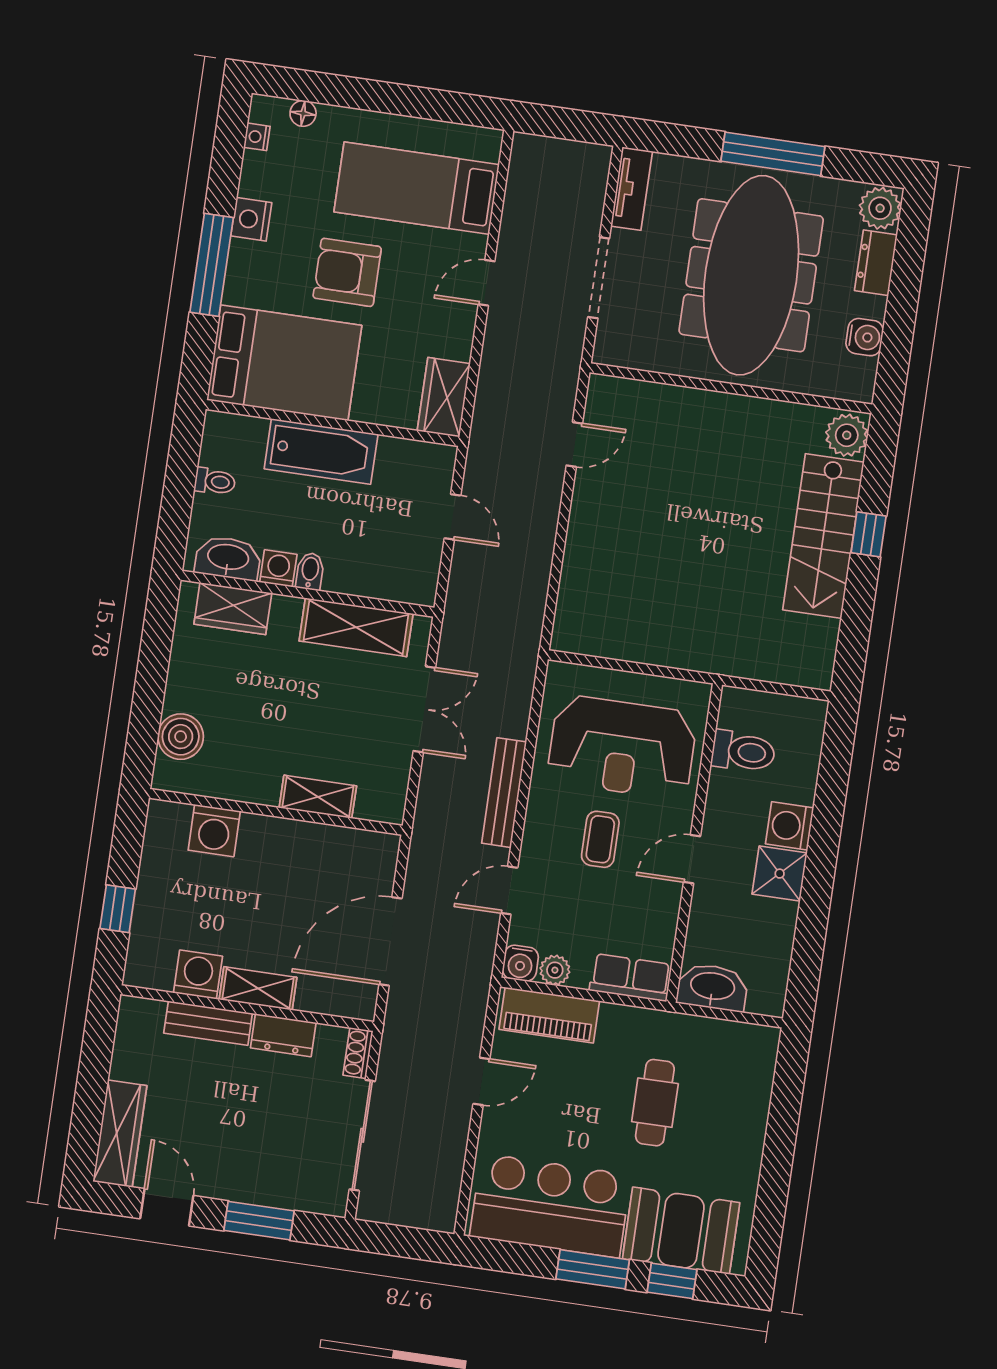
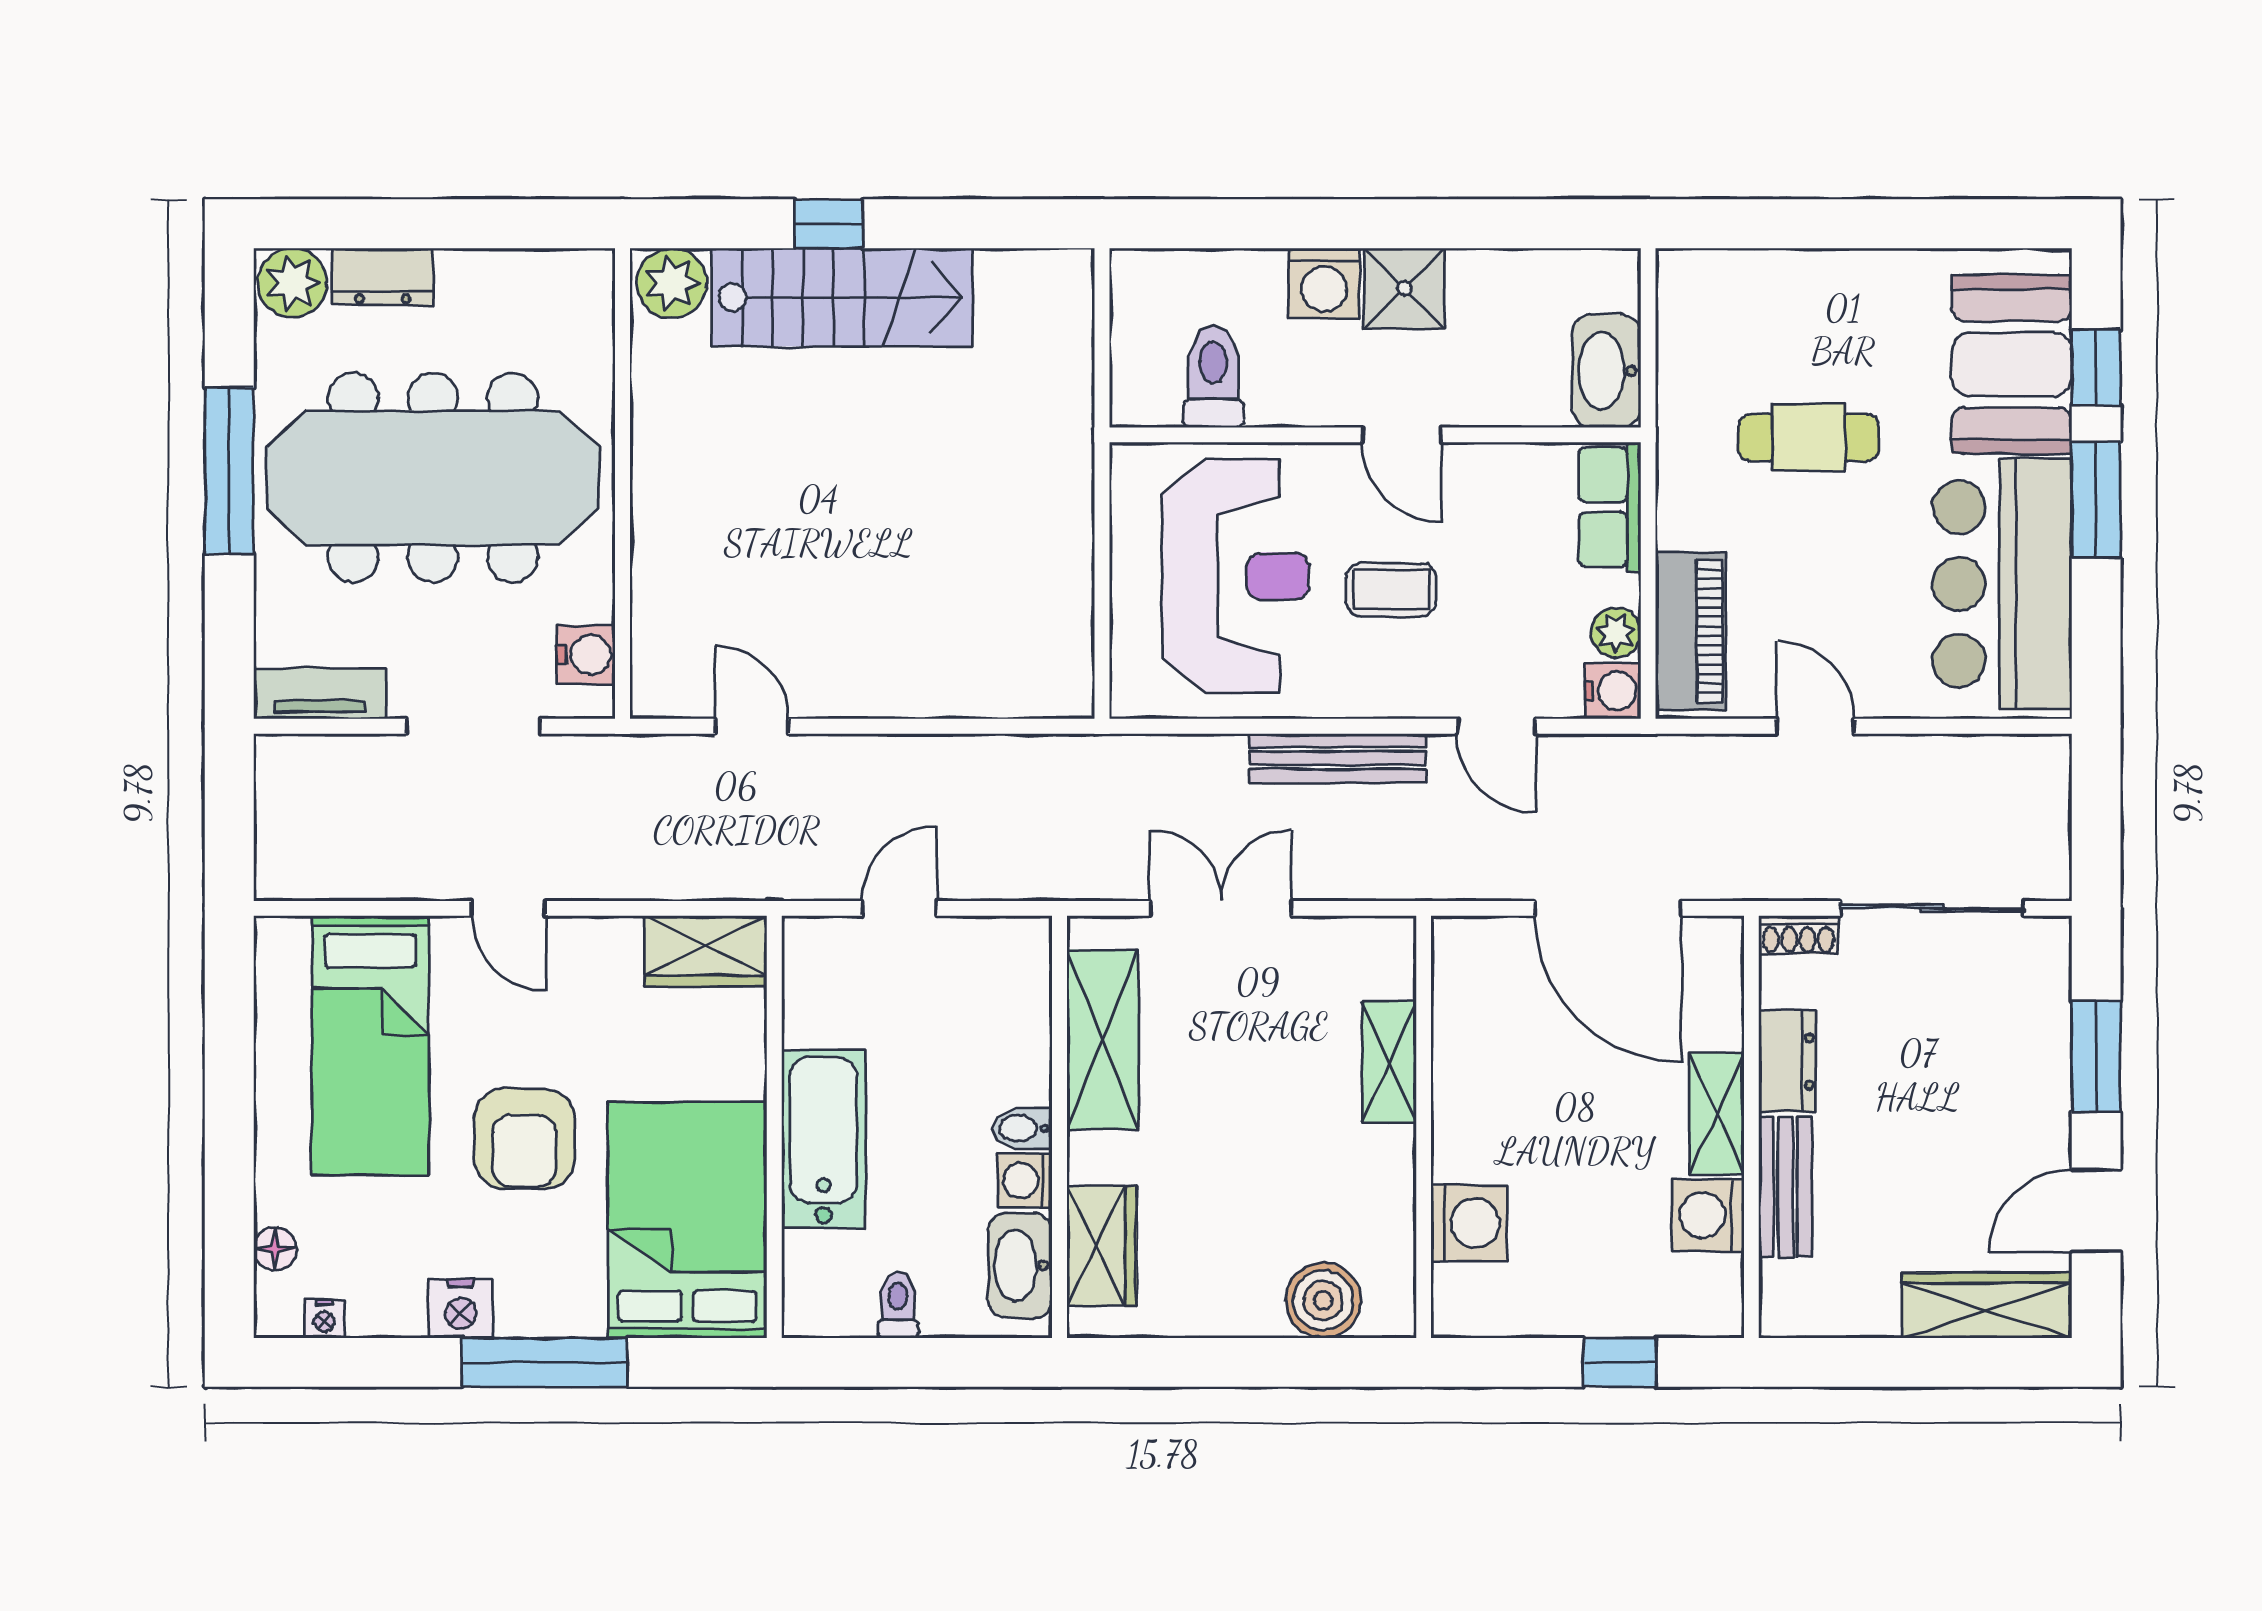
water cooler: (865, 337) -> (586, 655), moved, turned 90

